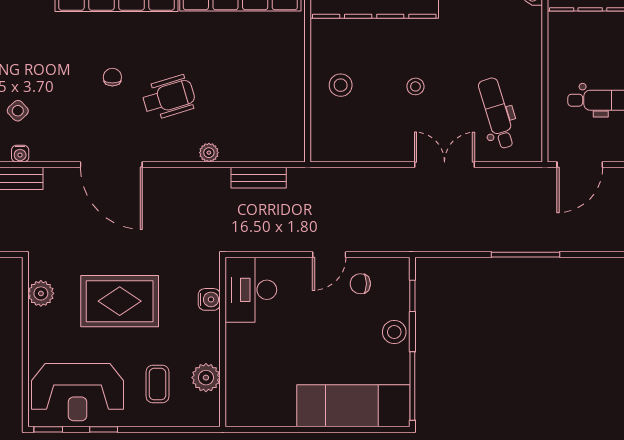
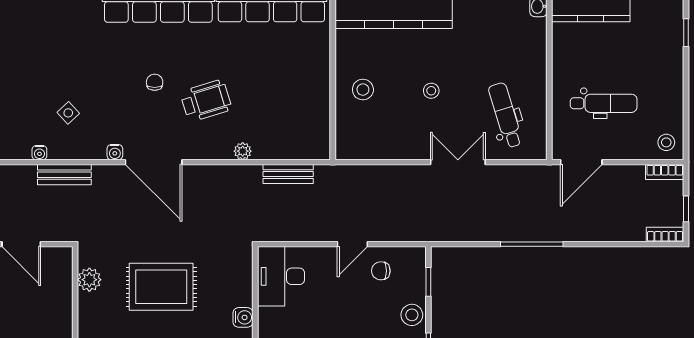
water cooler: (20, 154) -> (115, 152), moved
water cooler: (209, 299) -> (243, 317), moved

